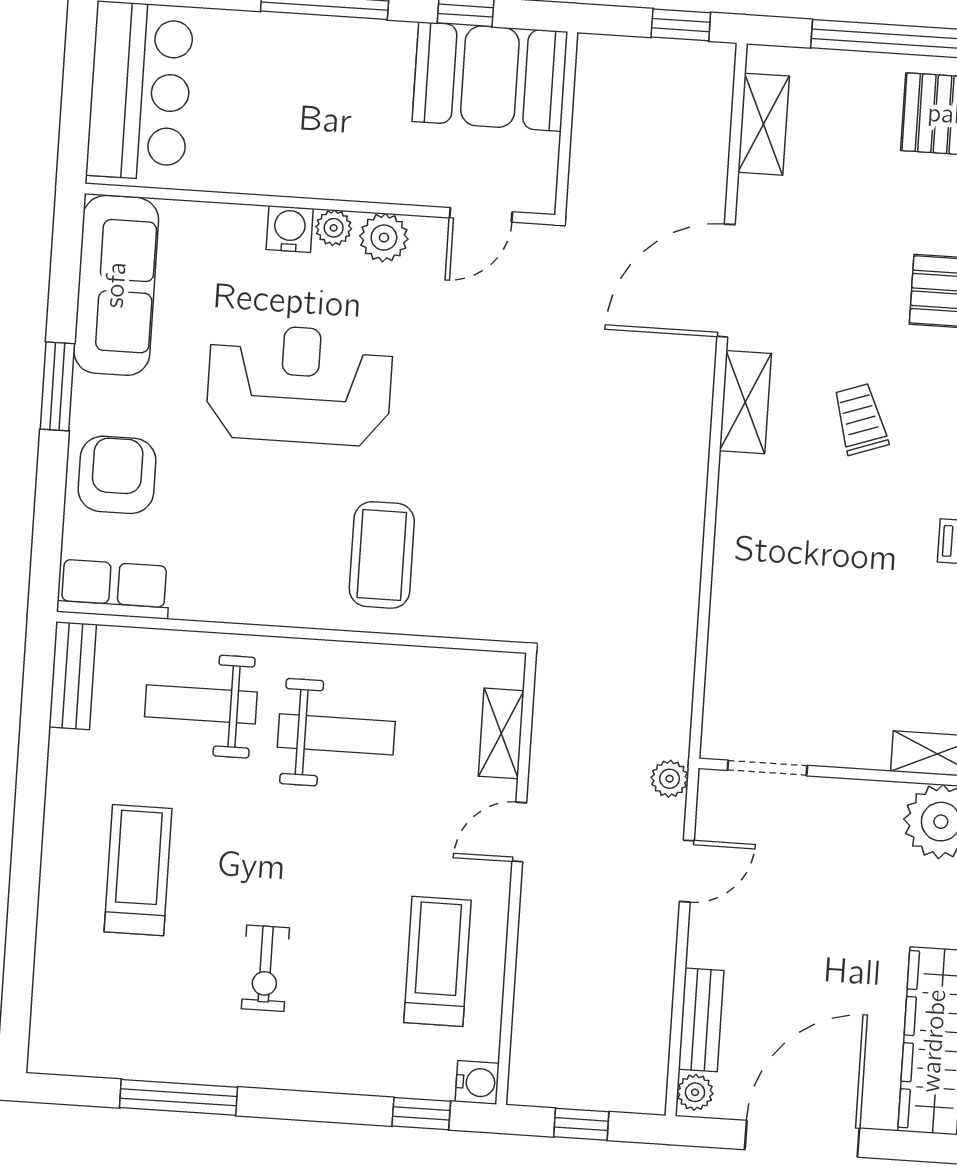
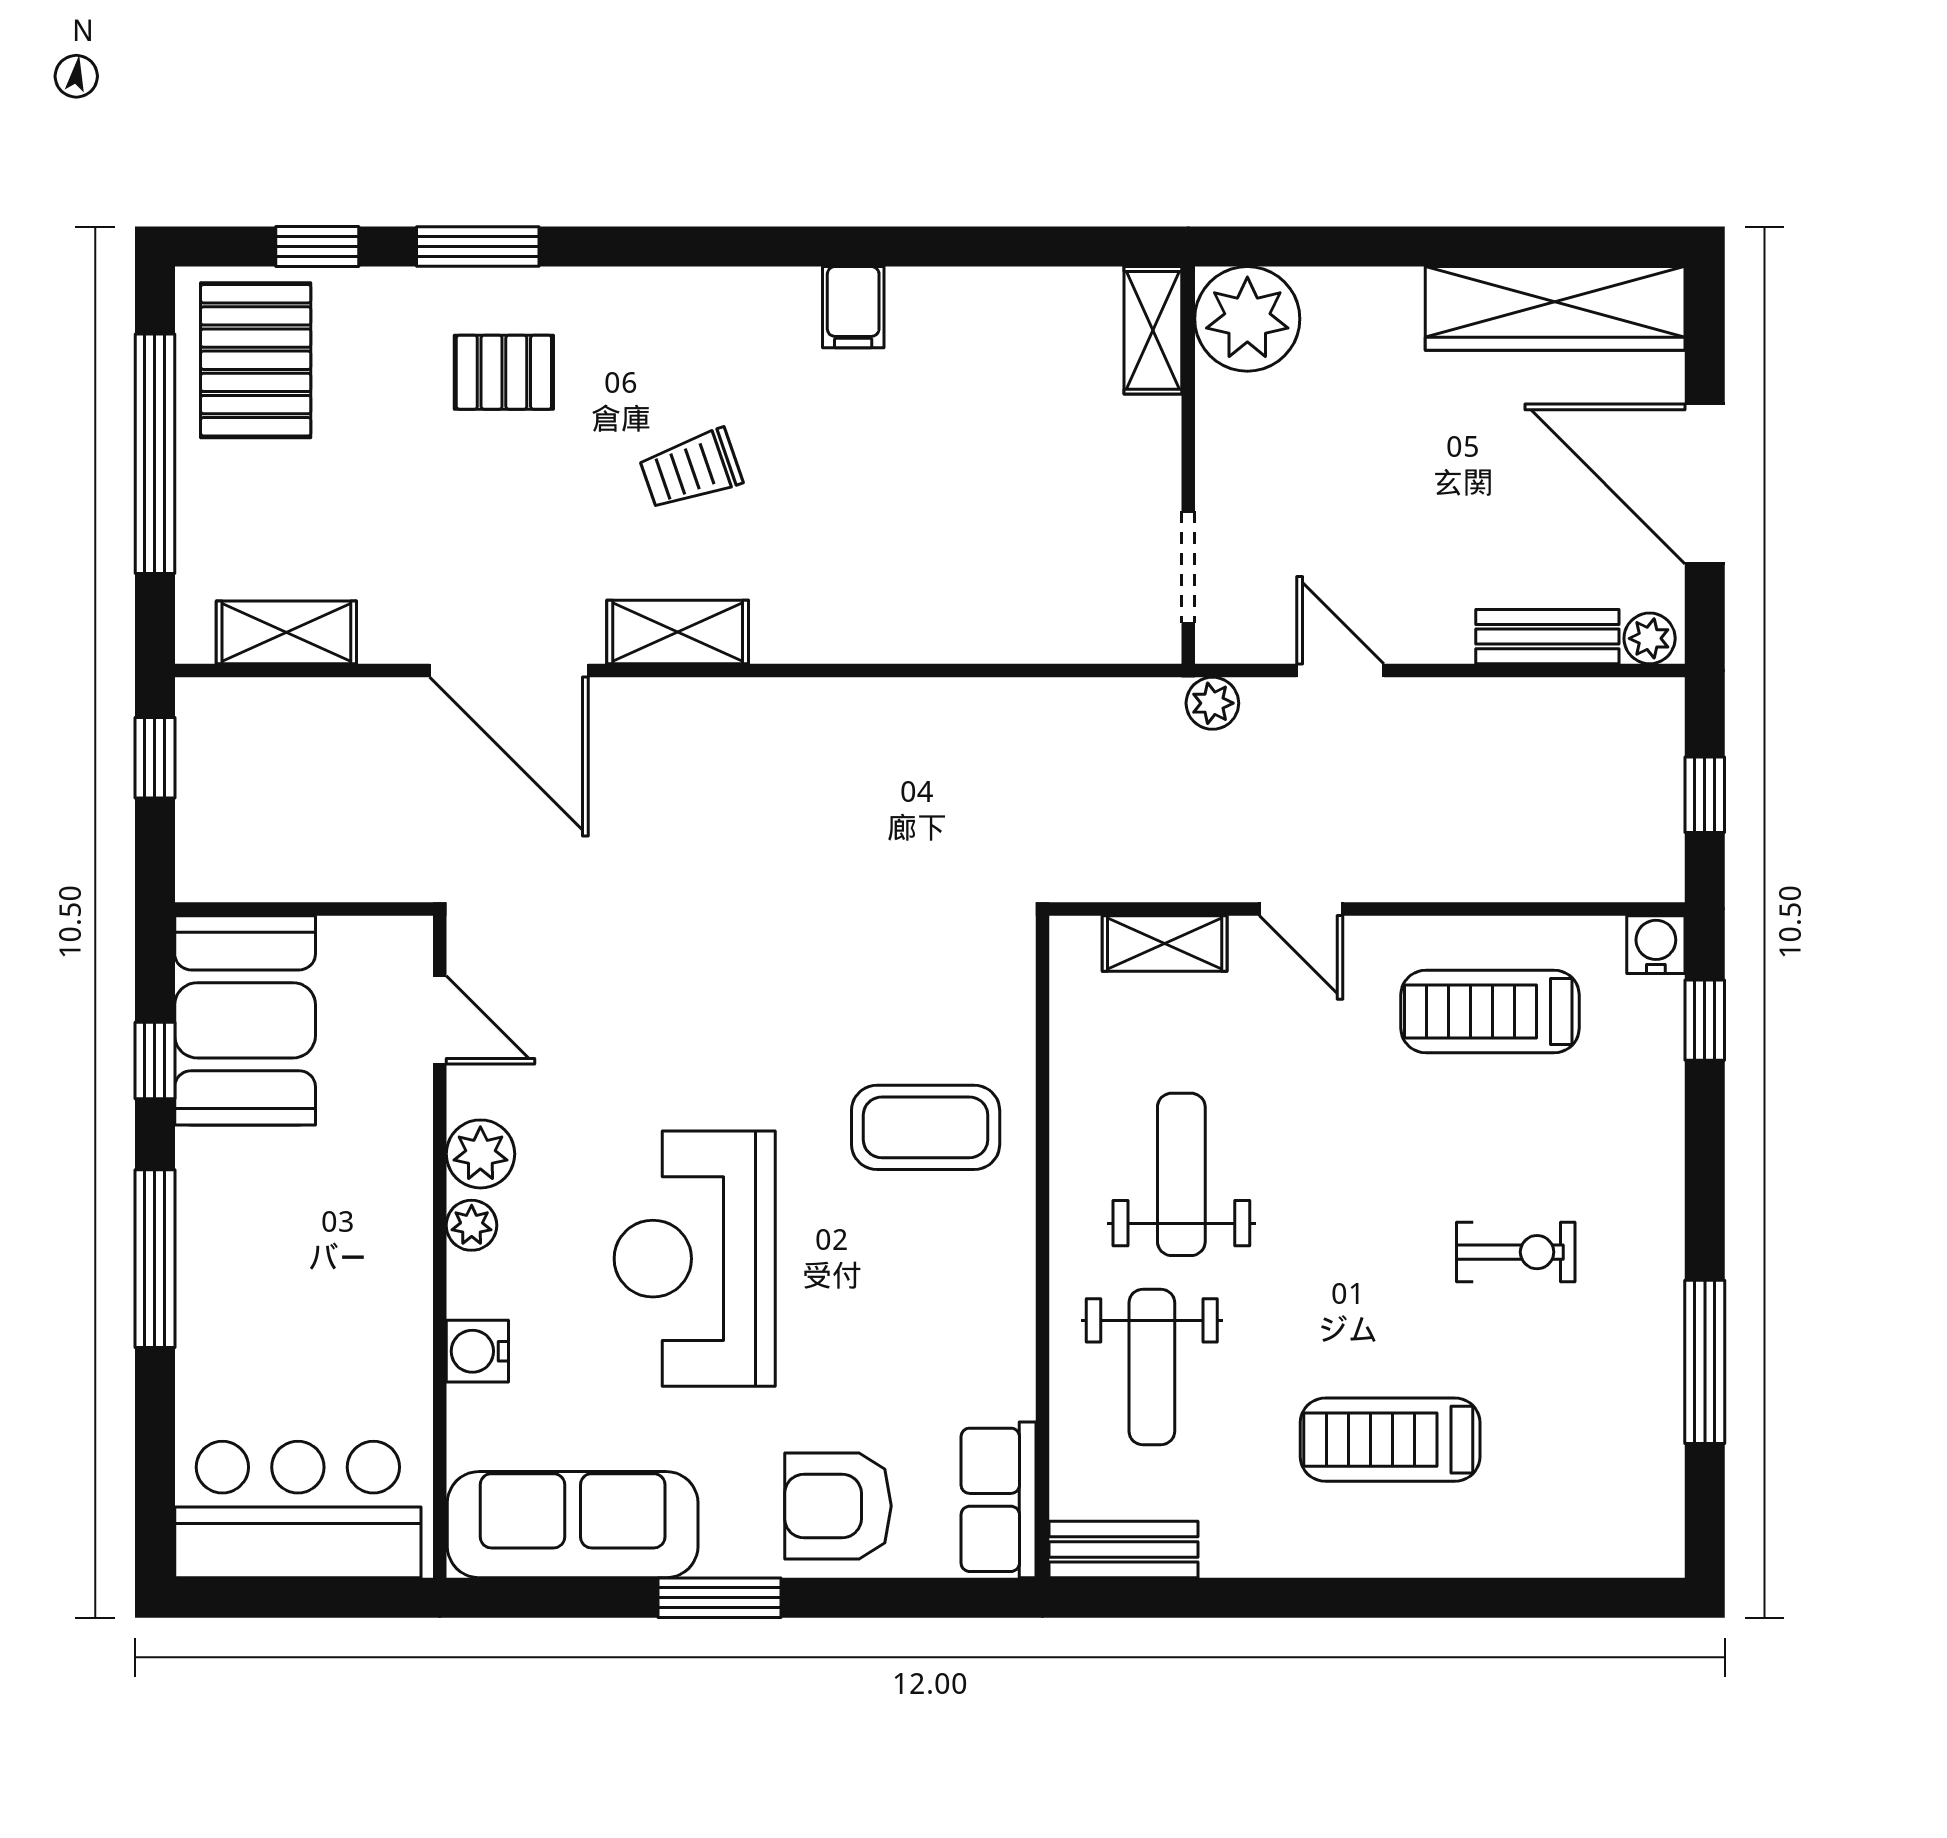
water cooler: (290, 229) -> (477, 1351), moved

